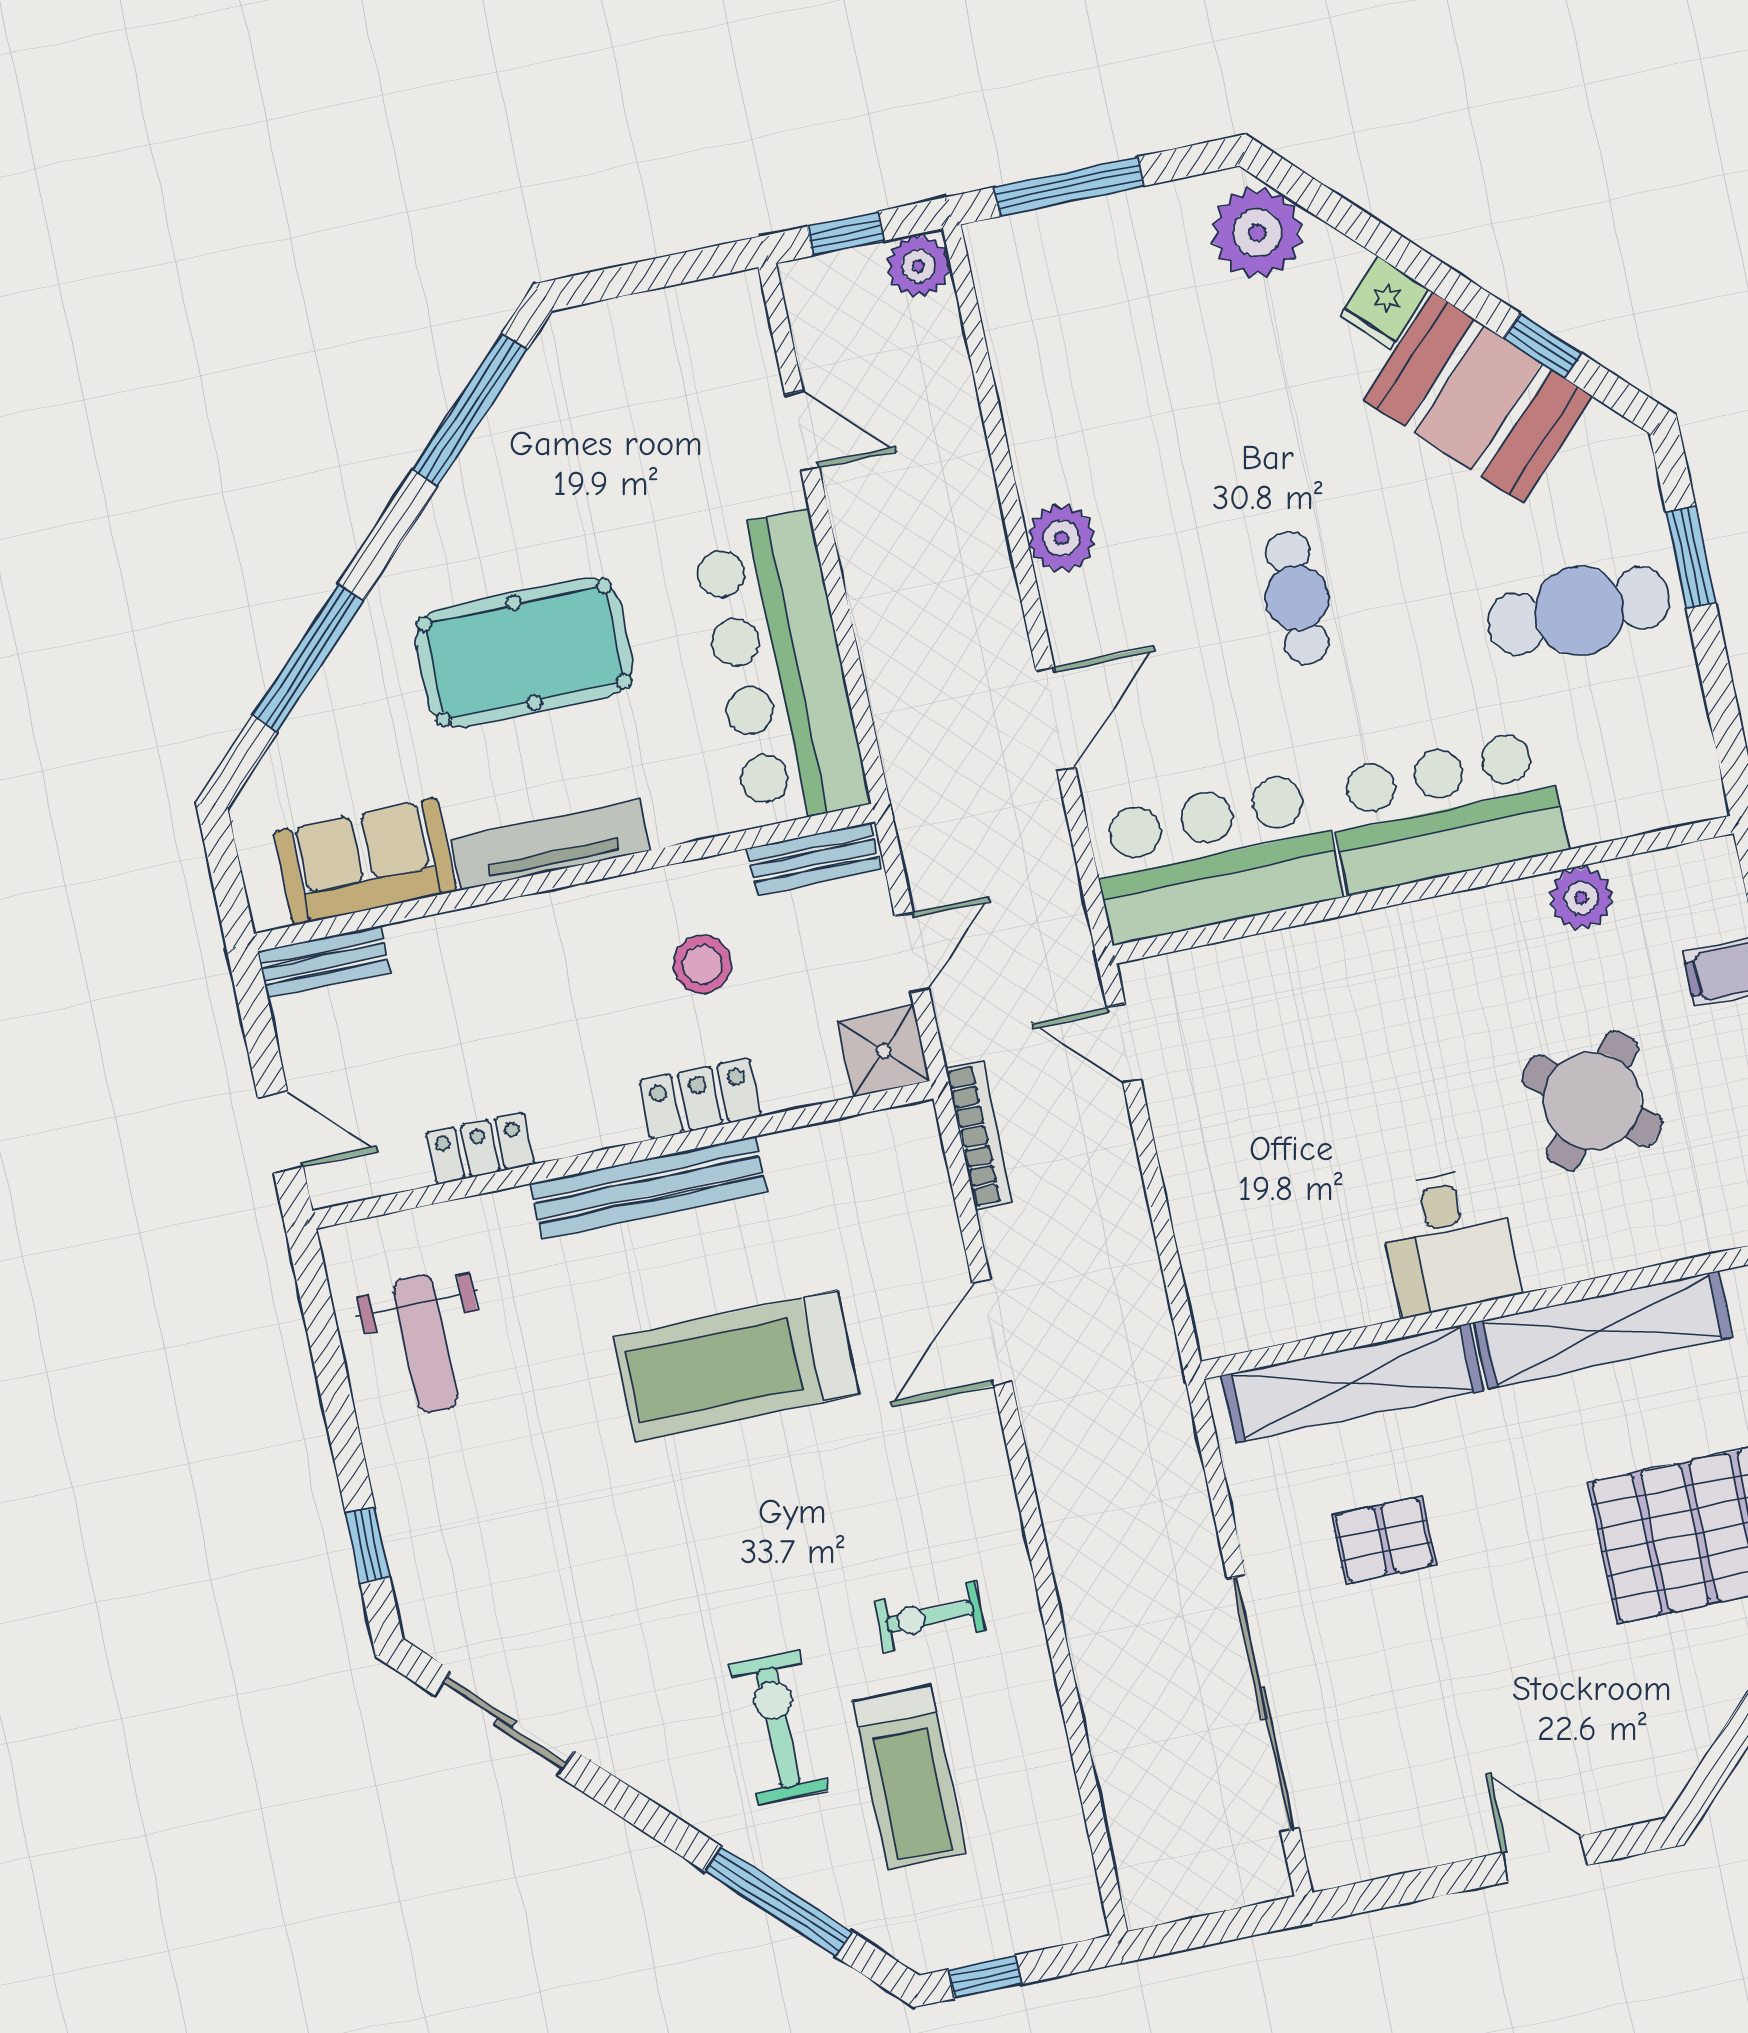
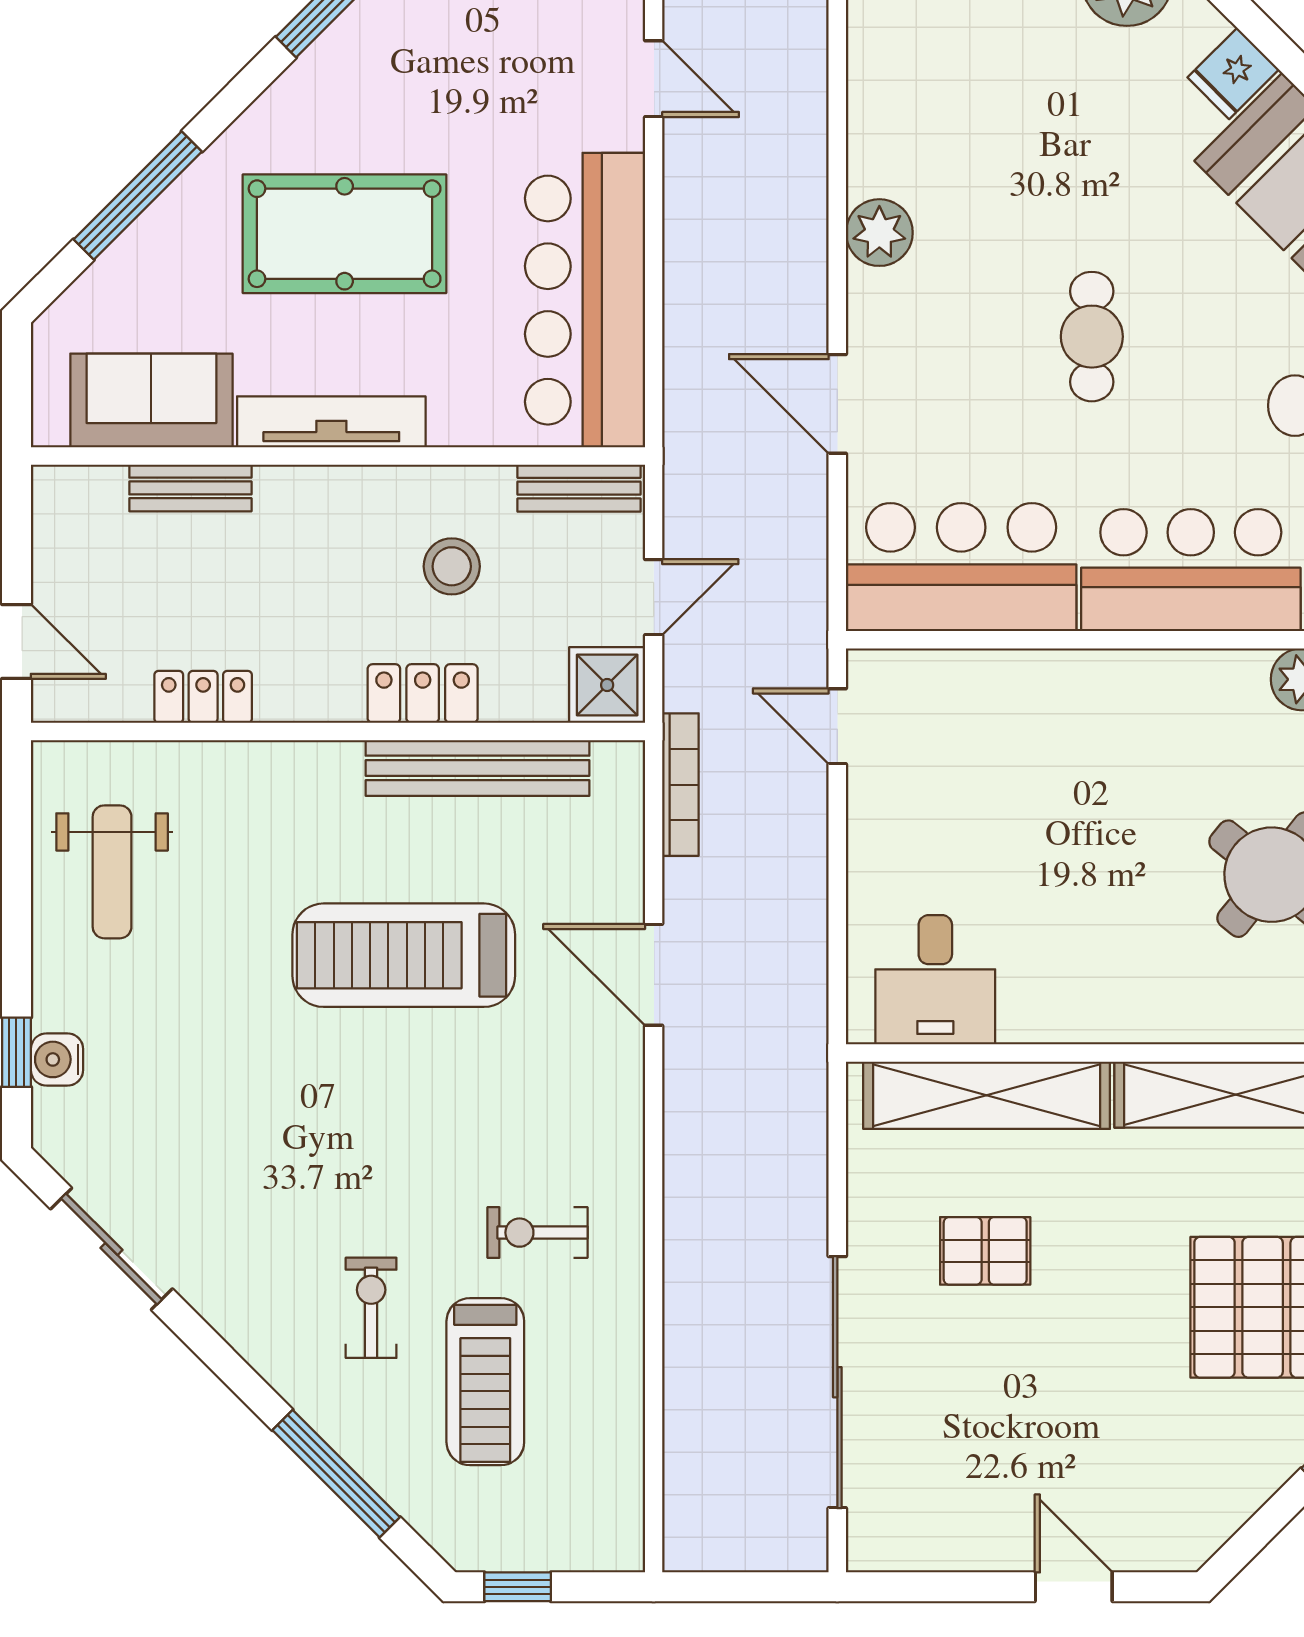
door: (1056, 719) -> (837, 404), swing flipped
bench: (324, 962) -> (190, 488), moved
bench: (649, 1188) -> (477, 768), moved
desk: (1448, 1242) -> (935, 980), moved
door: (992, 1332) -> (654, 975), hinge flipped
water cooler: (410, 1544) -> (57, 1059), added
exercise bike: (778, 1727) -> (371, 1308), width x0.73, depth x0.72

